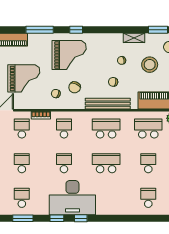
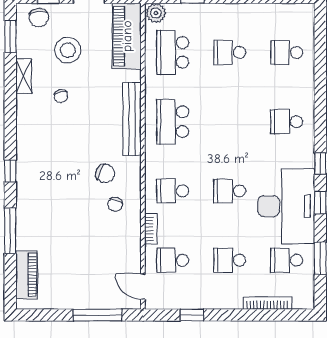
grand piano: (69, 55) -> (52, 182), removed
grand piano: (24, 78) -> (90, 257), removed
chair: (113, 82) -> (96, 110), removed
school desk: (106, 163) -> (287, 122), moved, width x0.54
desk: (72, 198) -> (286, 206), moved

